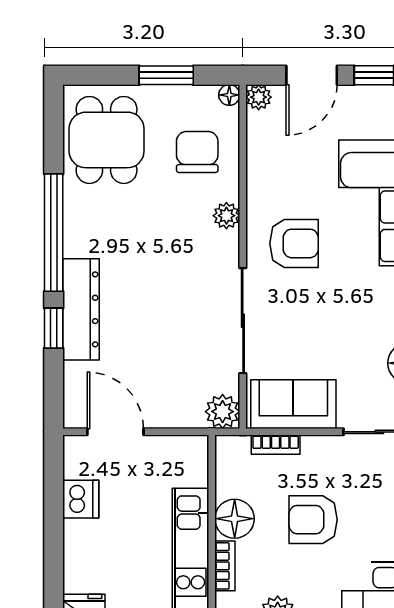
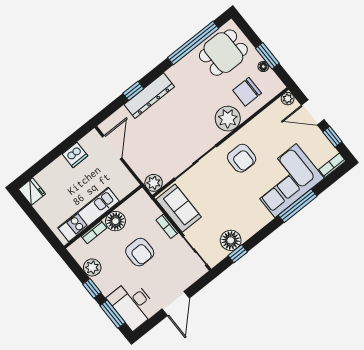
floor lamp: (229, 95) -> (263, 67), moved
chair: (197, 152) -> (247, 92), turned 180
plant: (226, 216) -> (228, 119), width x1.88, depth x1.88
window: (54, 233) -> (193, 43), moved
bookcase: (276, 445) -> (167, 226), moved
armchair: (313, 520) -> (140, 252), turned 180

